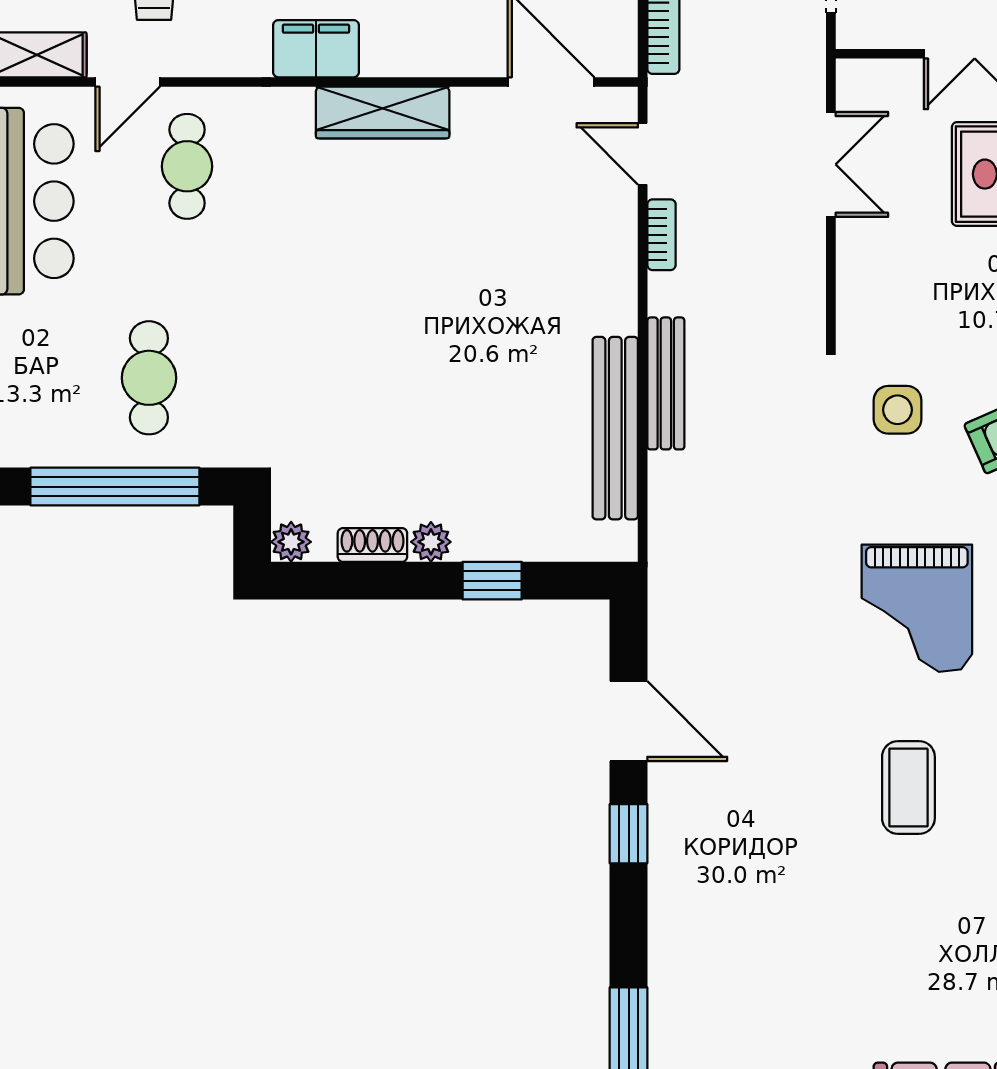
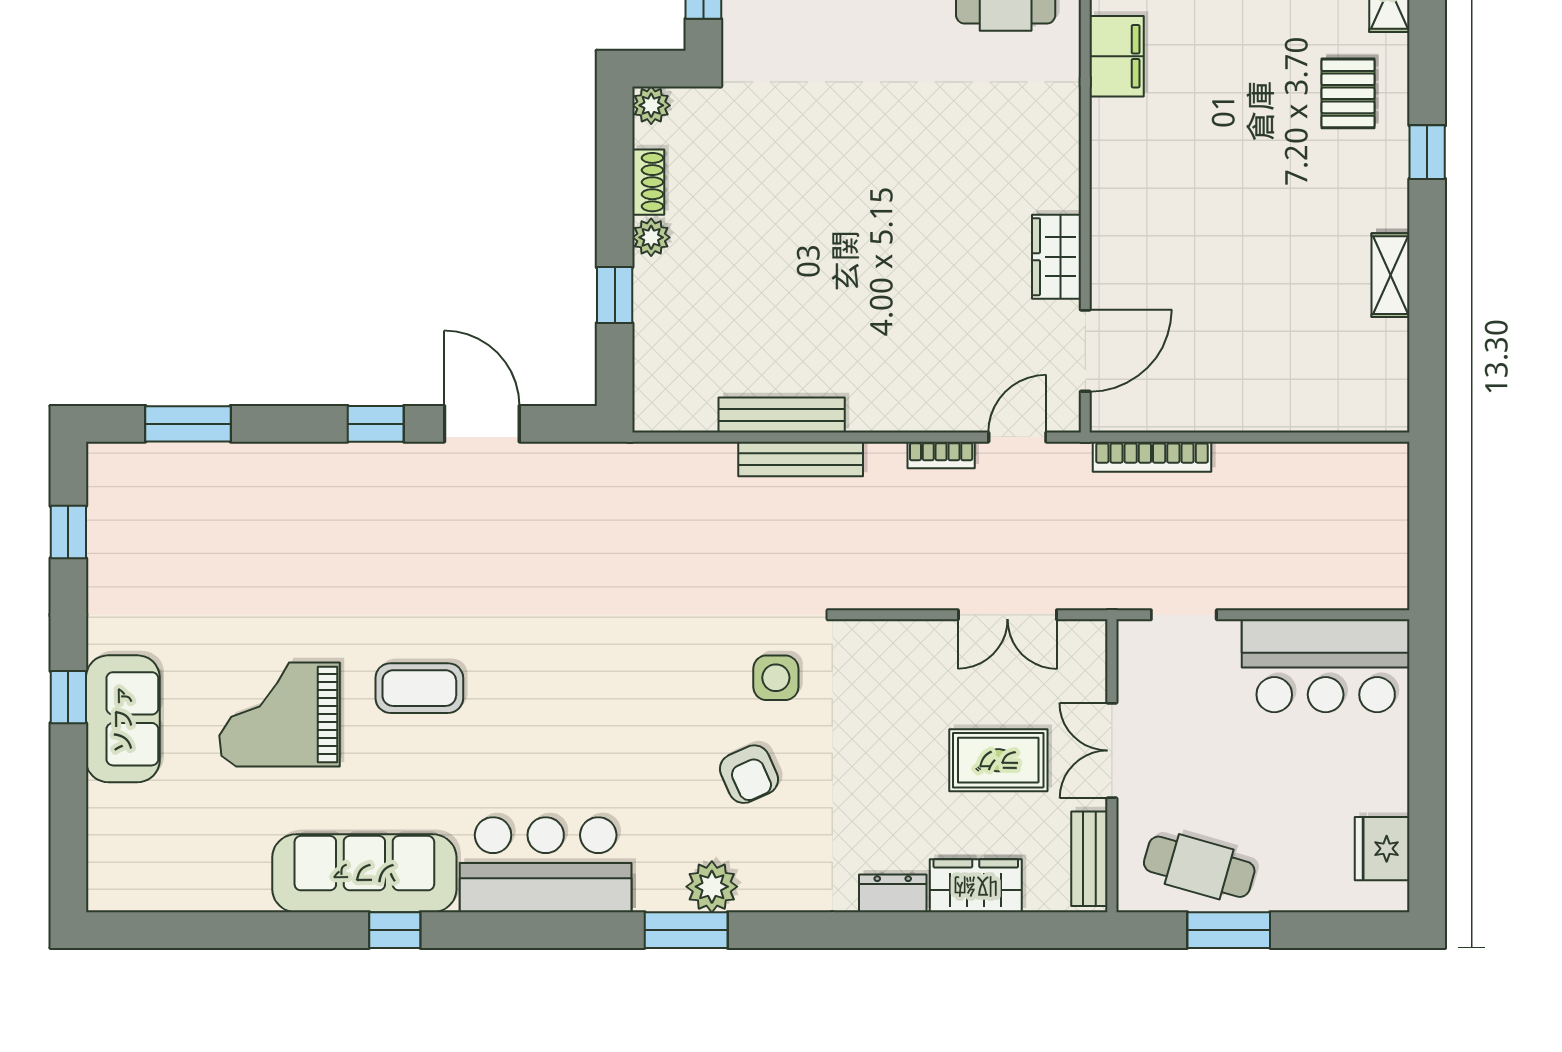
filing cabinet: (316, 49) -> (1117, 56), moved
wardrobe: (383, 113) -> (1056, 257), moved, width x0.67
bench: (615, 428) -> (782, 415), width x0.73, depth x0.82
grand piano: (917, 608) -> (279, 714), moved
door: (629, 721) -> (482, 424), swing flipped

